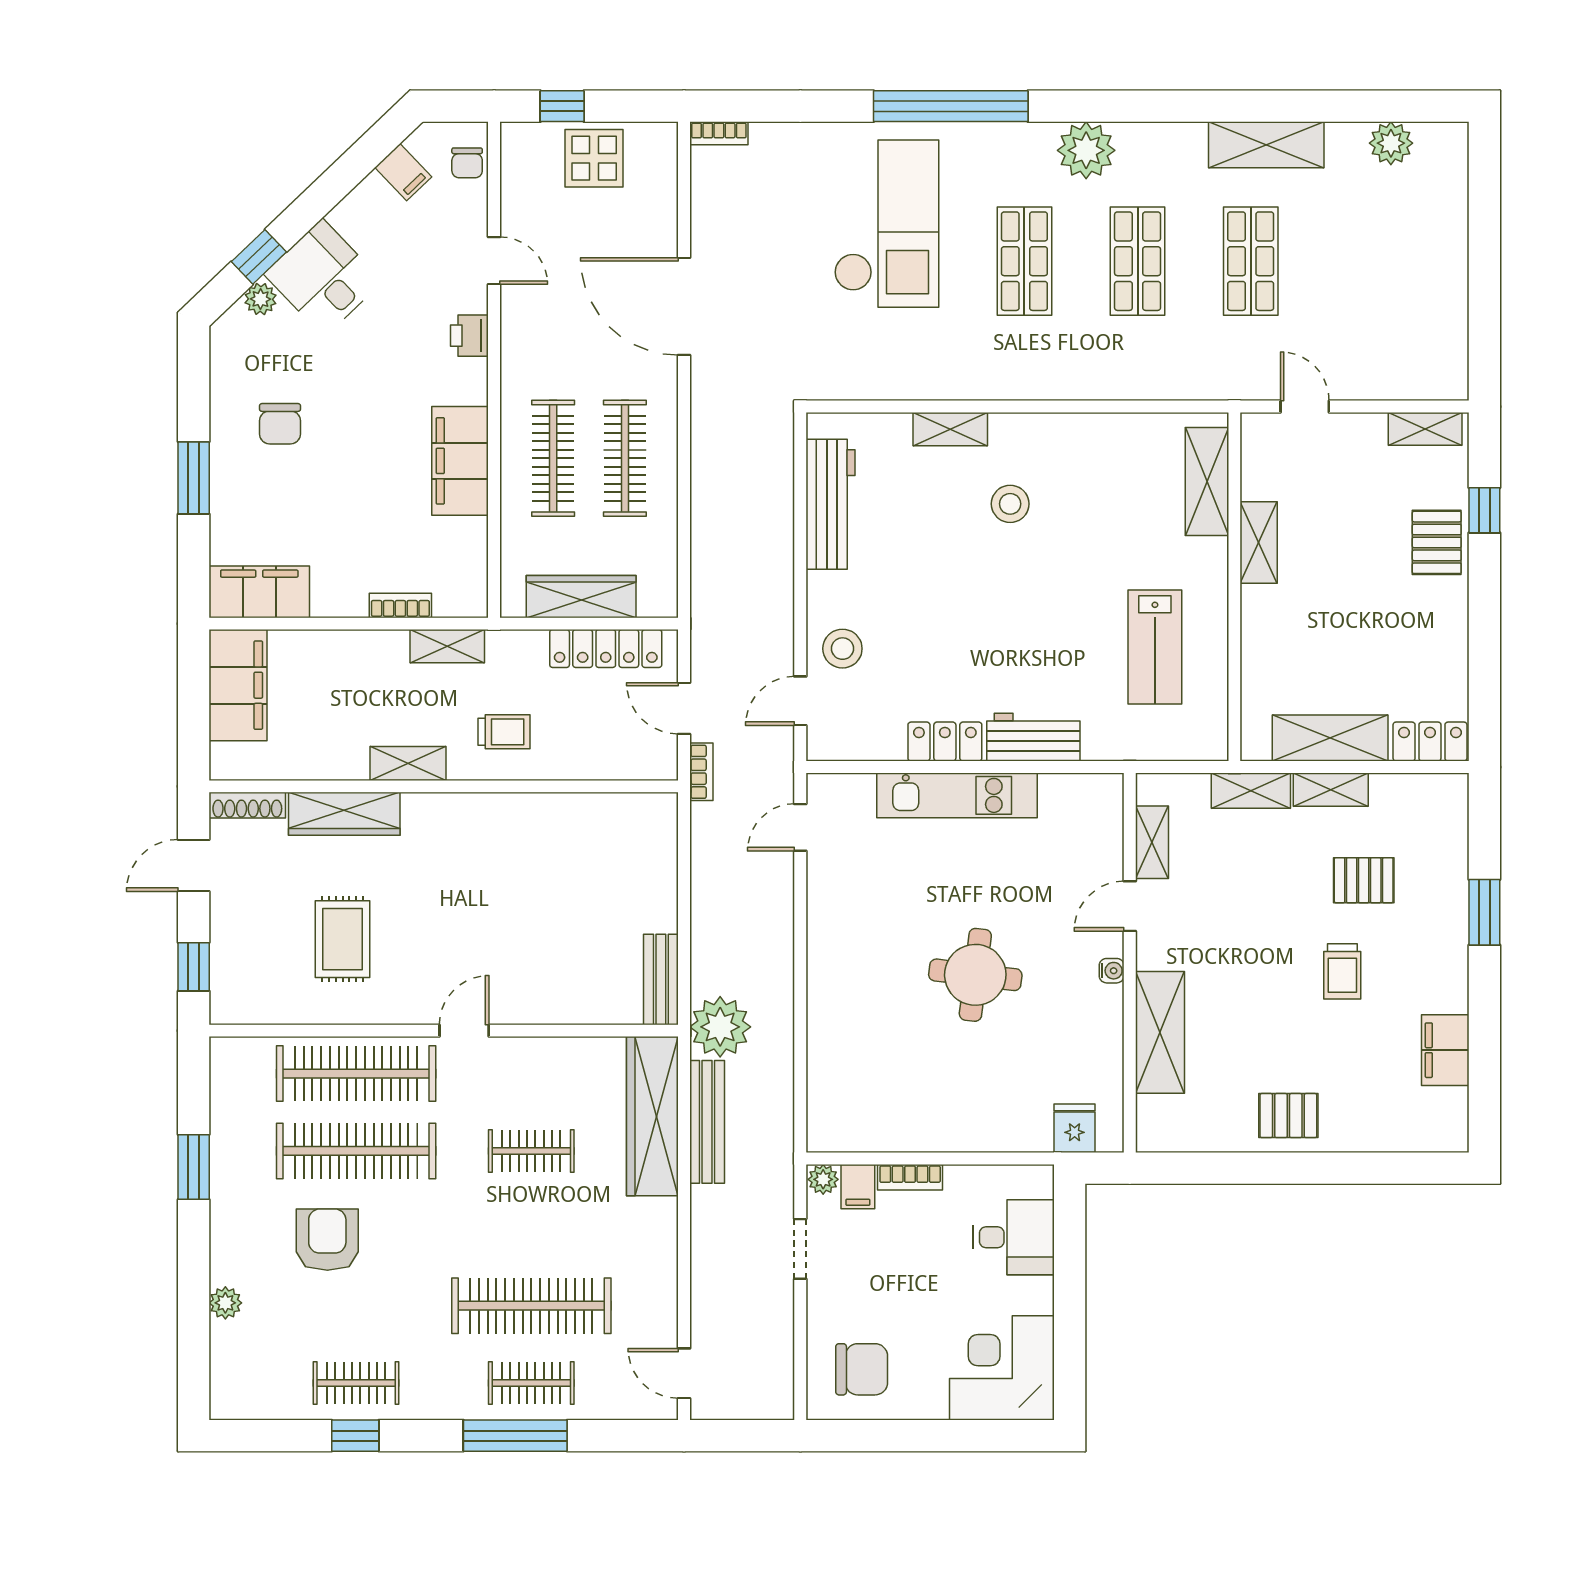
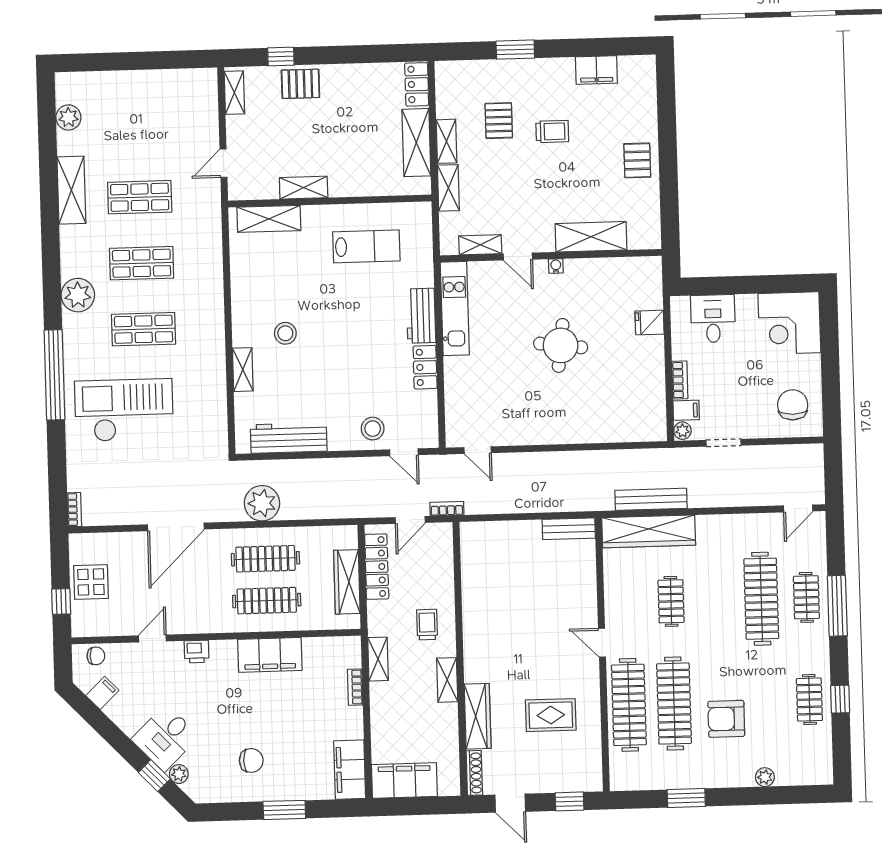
kitchen unit: (957, 795) -> (455, 309), moved
plant: (720, 1027) -> (262, 503), moved
fridge: (1075, 1128) -> (650, 323), moved

